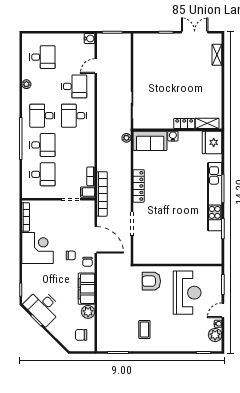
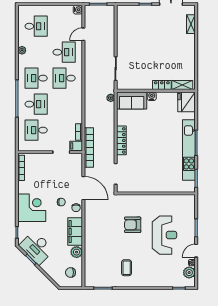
desk: (42, 174) -> (36, 130), turned 180
corner desk: (38, 248) -> (32, 208), moved
wall: (177, 265) -> (156, 193), moved

